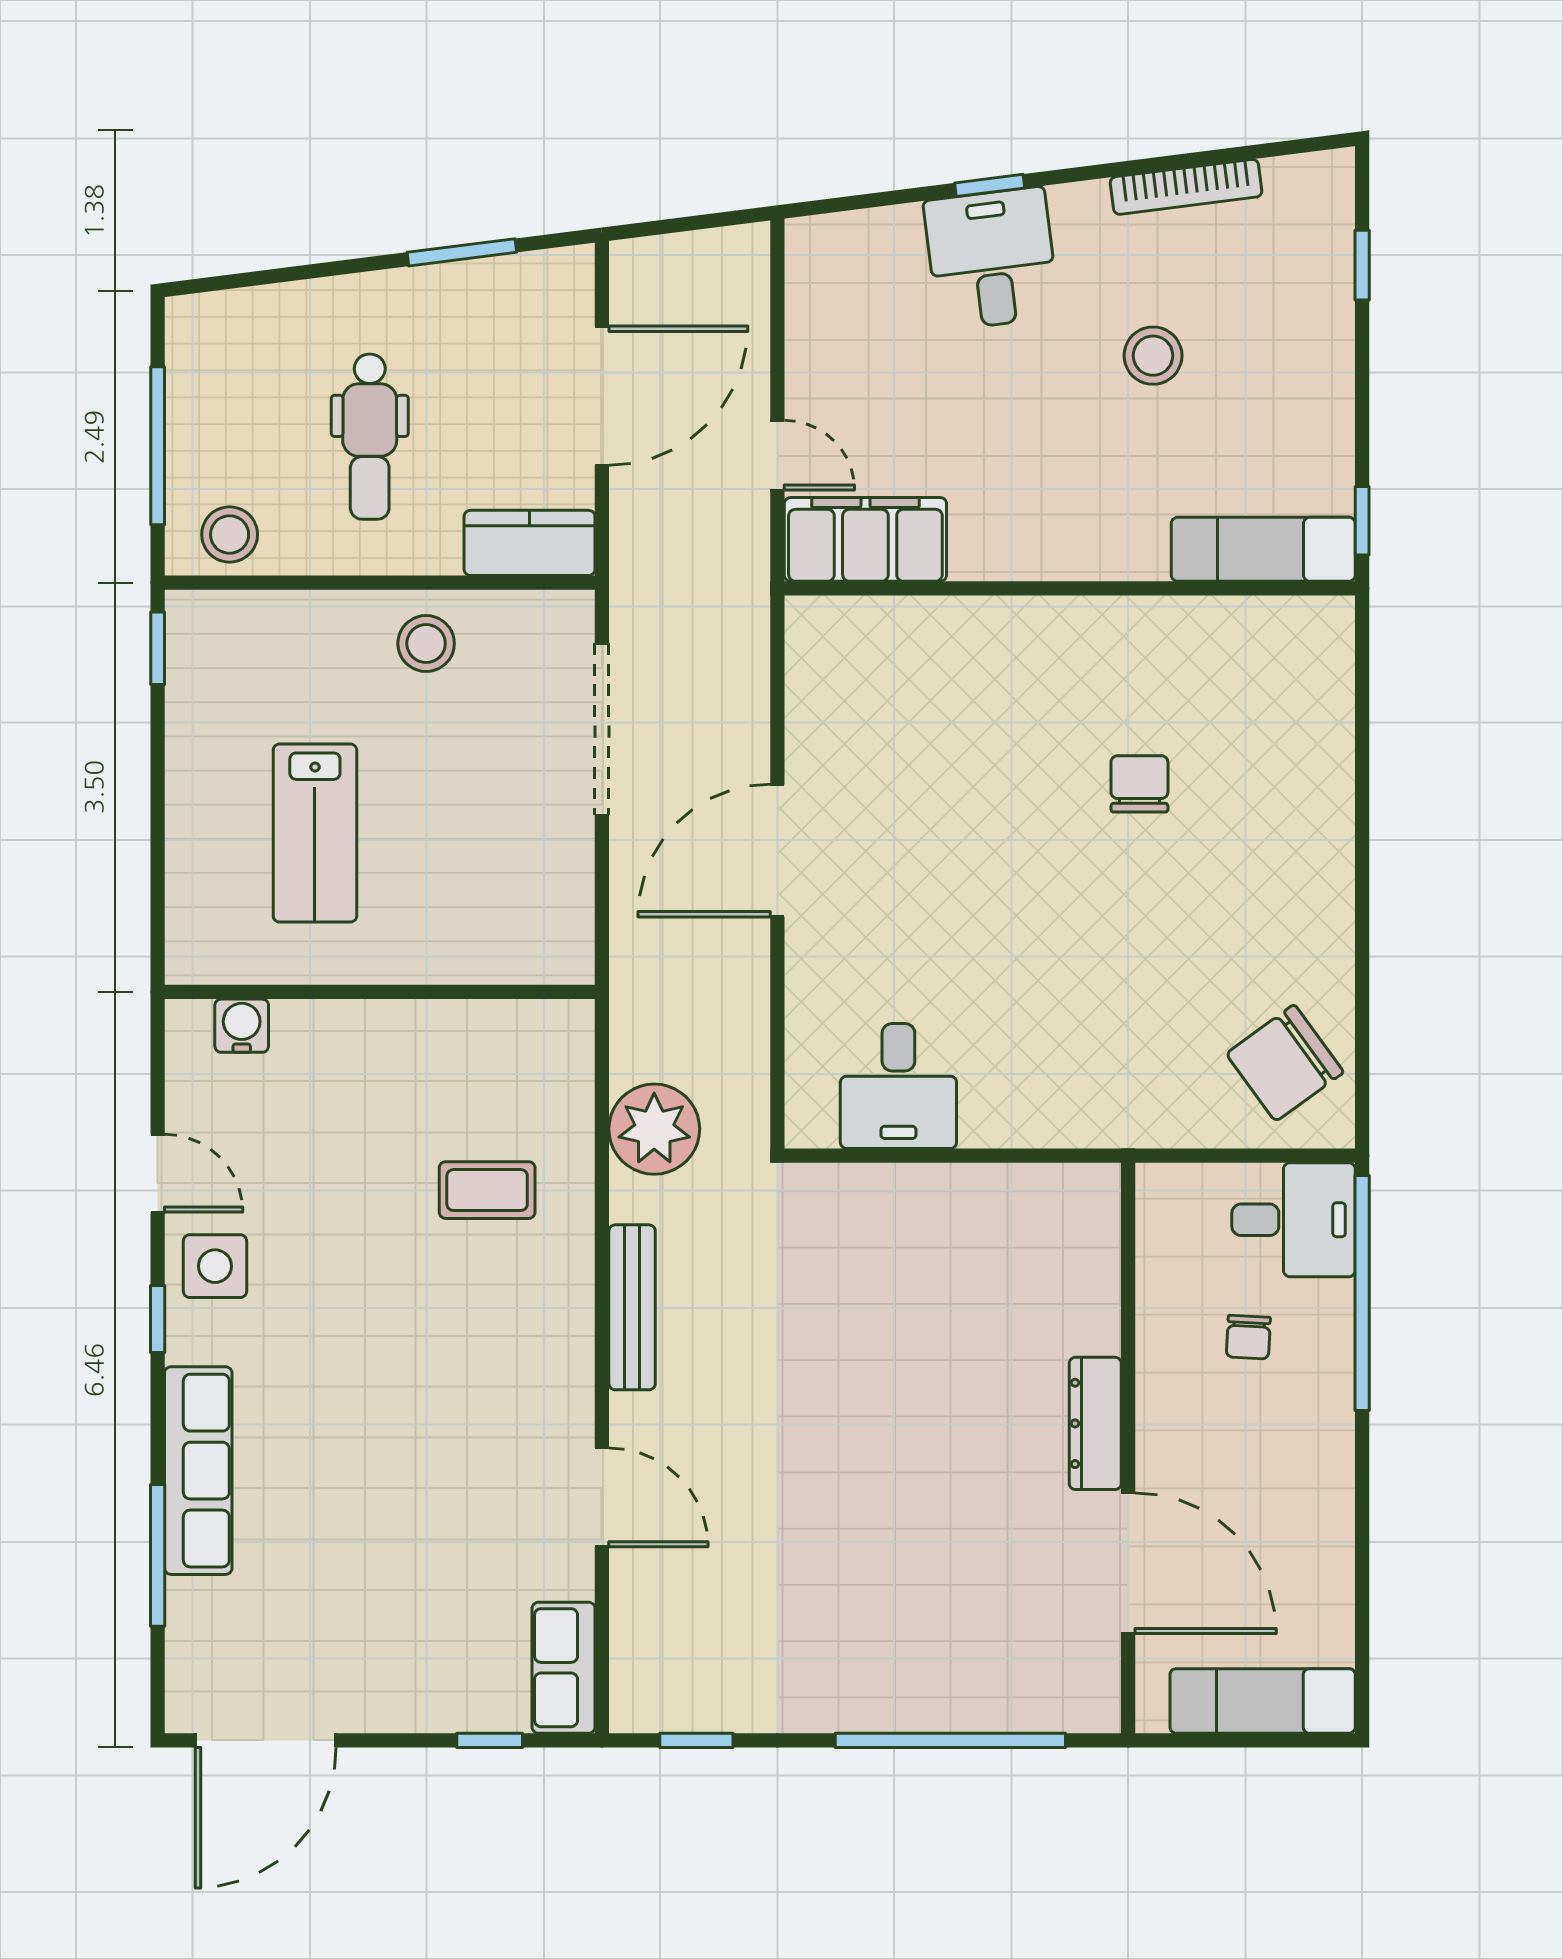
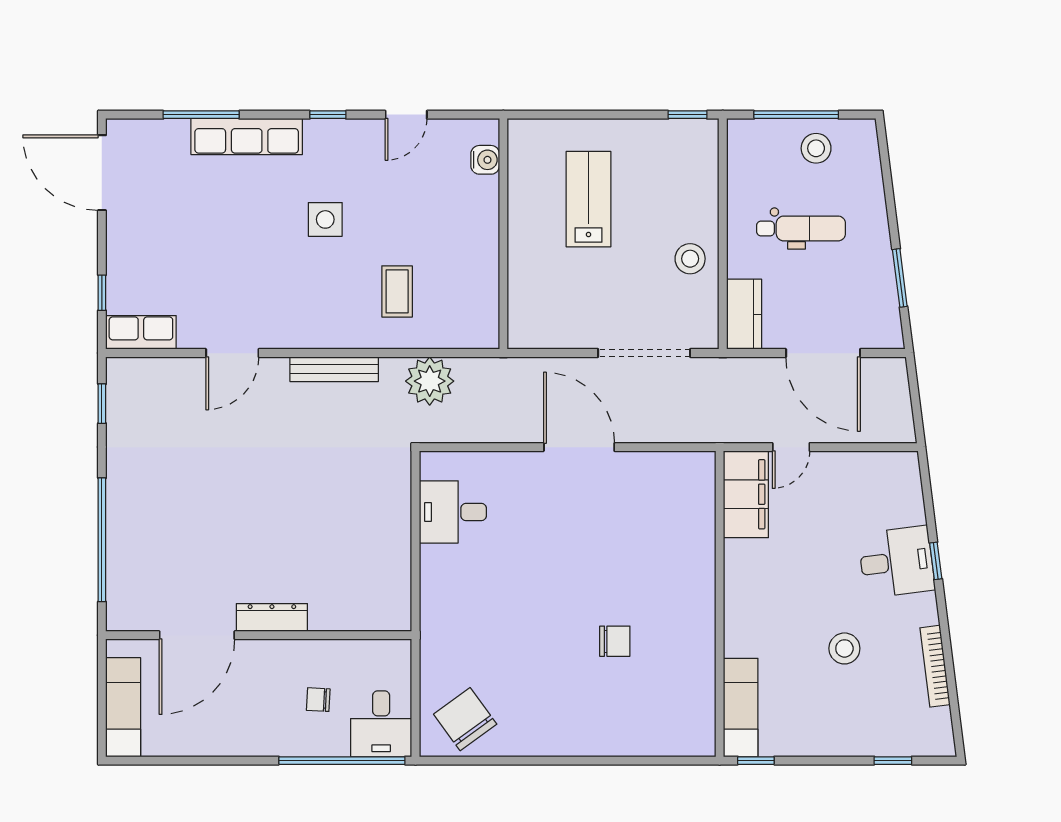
dental chair: (370, 437) -> (801, 228), turned 180
stool: (230, 534) -> (816, 148), moved
lab bench: (315, 833) -> (588, 199), turned 90
side table: (215, 1266) -> (325, 219), moved

